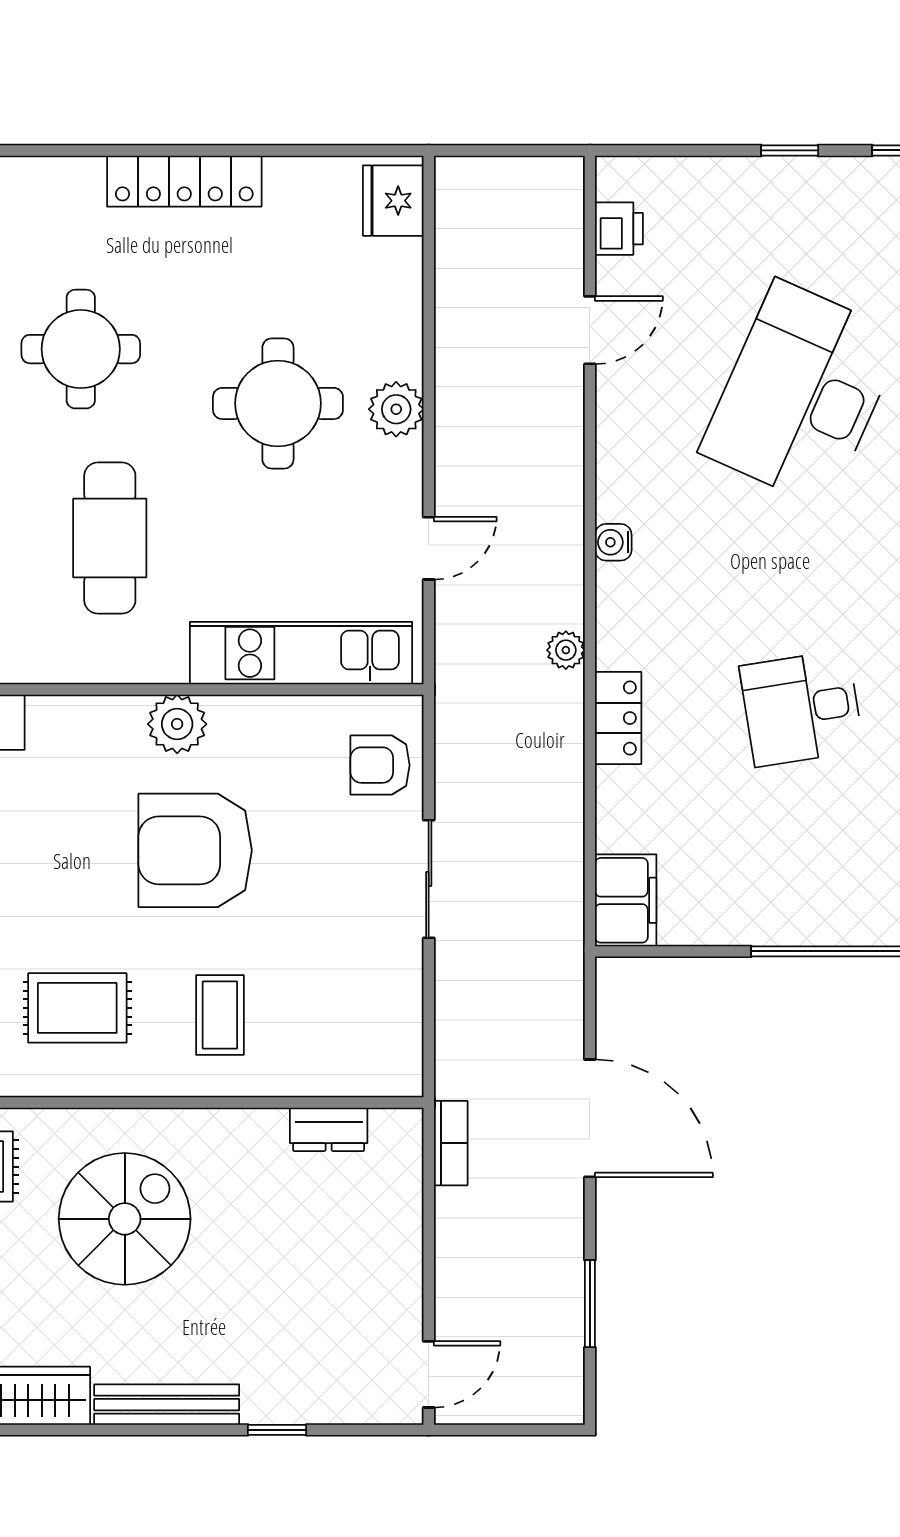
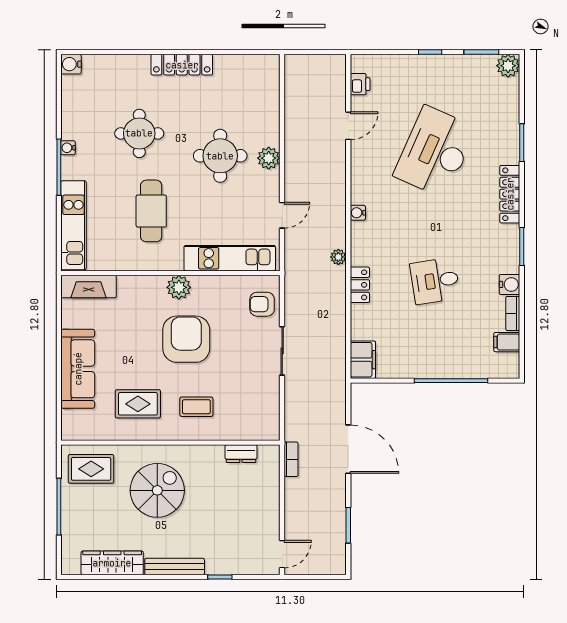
fridge: (393, 201) -> (268, 73), removed
armchair: (195, 850) -> (186, 339), turned 90
coffee table: (220, 1015) -> (196, 407), turned 90

